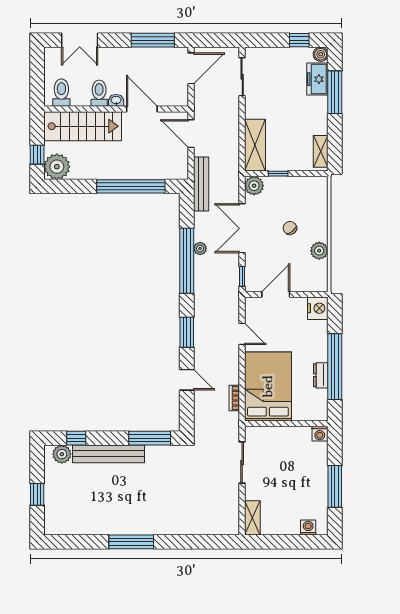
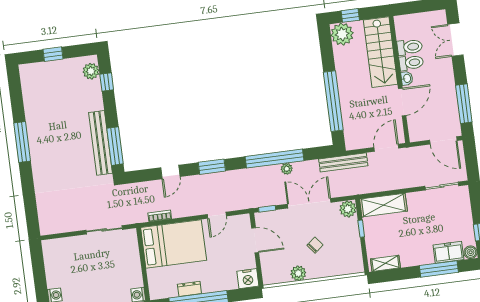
toilet: (61, 93) -> (410, 47), moved
bench: (108, 454) -> (101, 143), moved
shelving: (252, 518) -> (57, 245), removed

